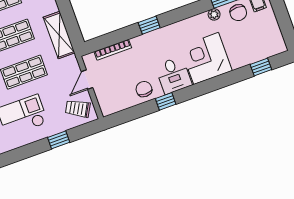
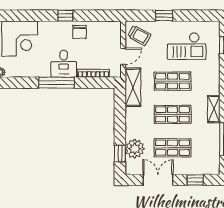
window: (149, 25) -> (56, 83), width x2.17
shelving: (59, 35) -> (133, 87), moved
desk: (173, 75) -> (64, 64), moved, turned 180

